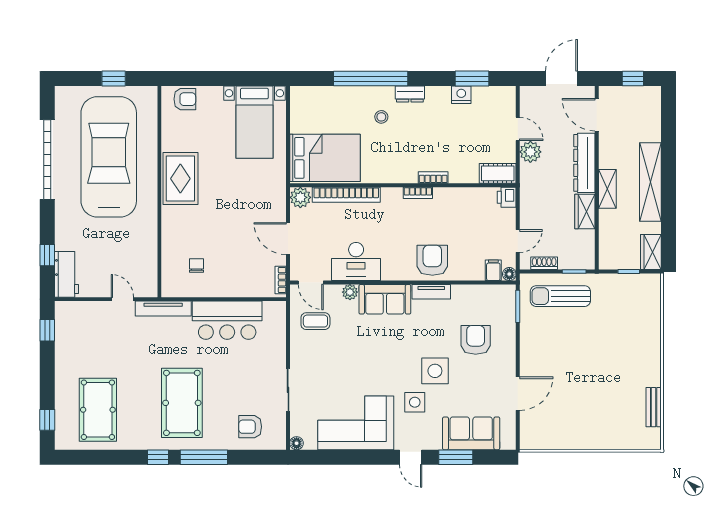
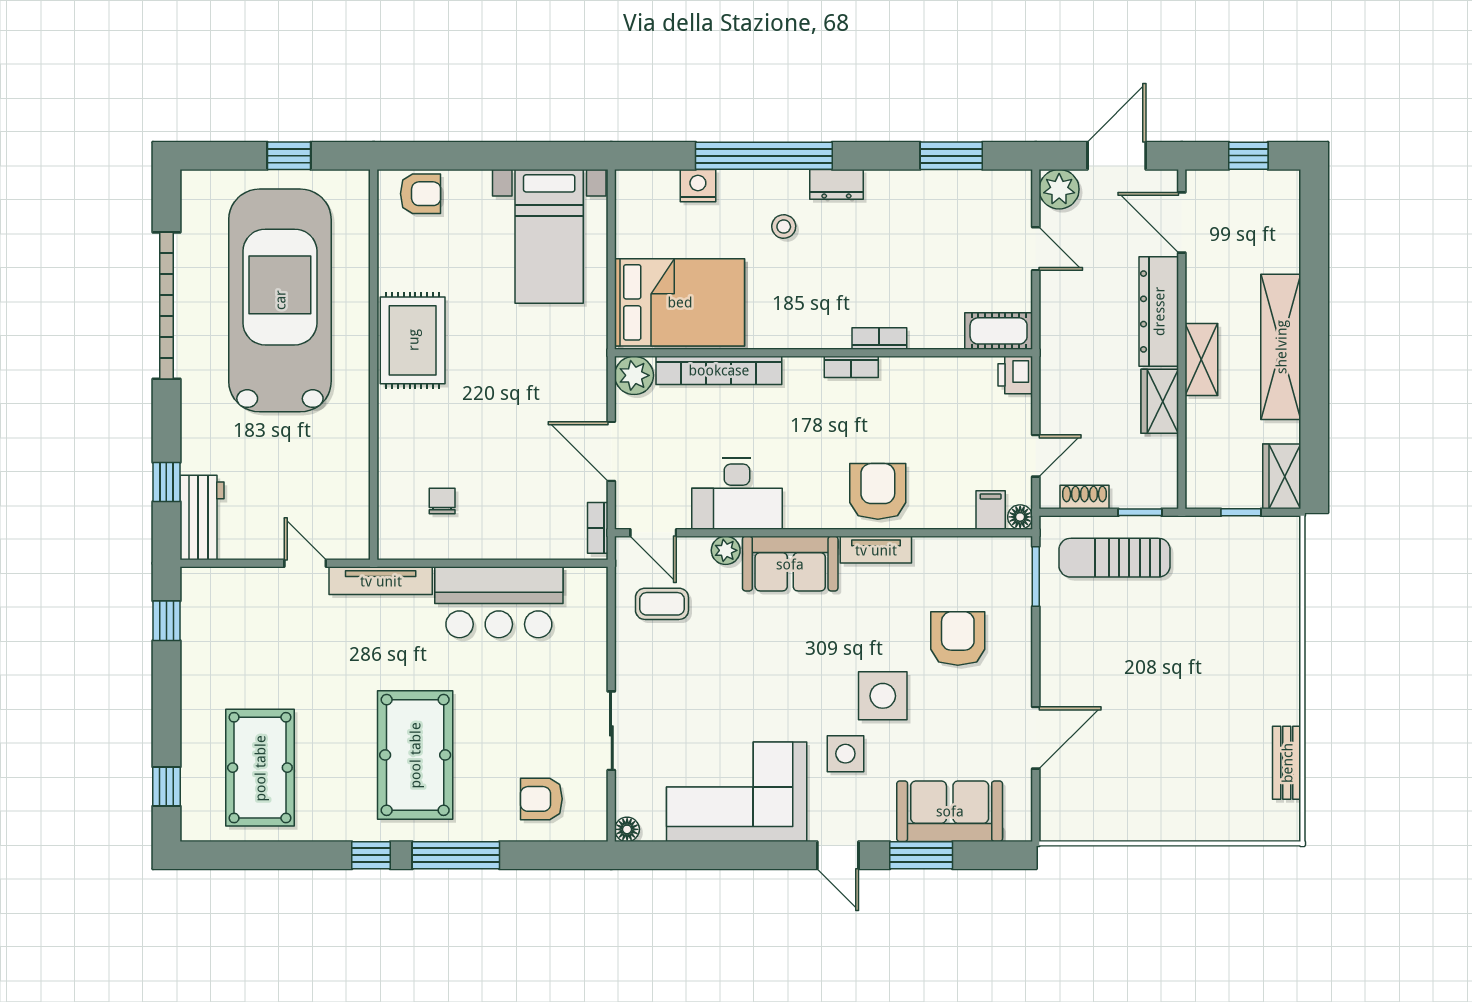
nightstand: (461, 95) -> (698, 186), moved
plant: (530, 152) -> (1059, 189), moved

